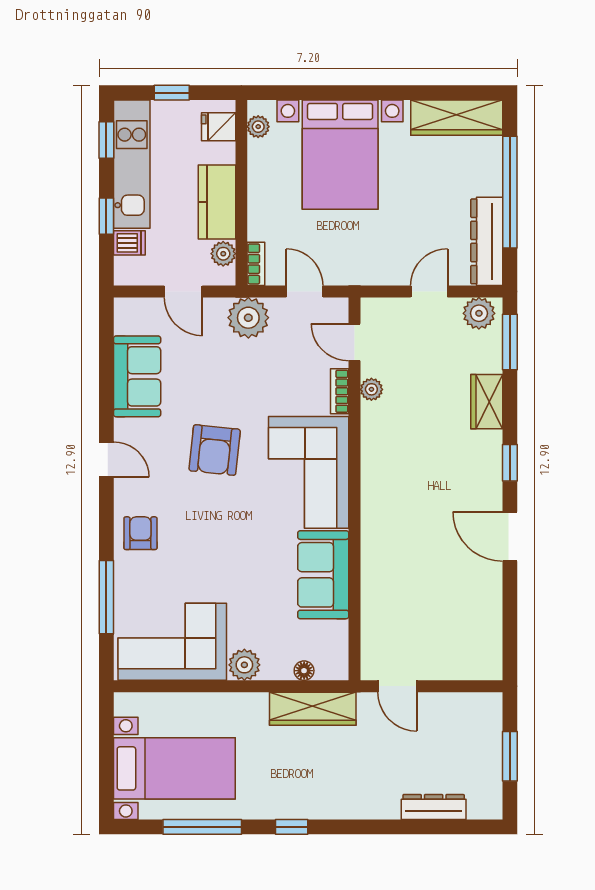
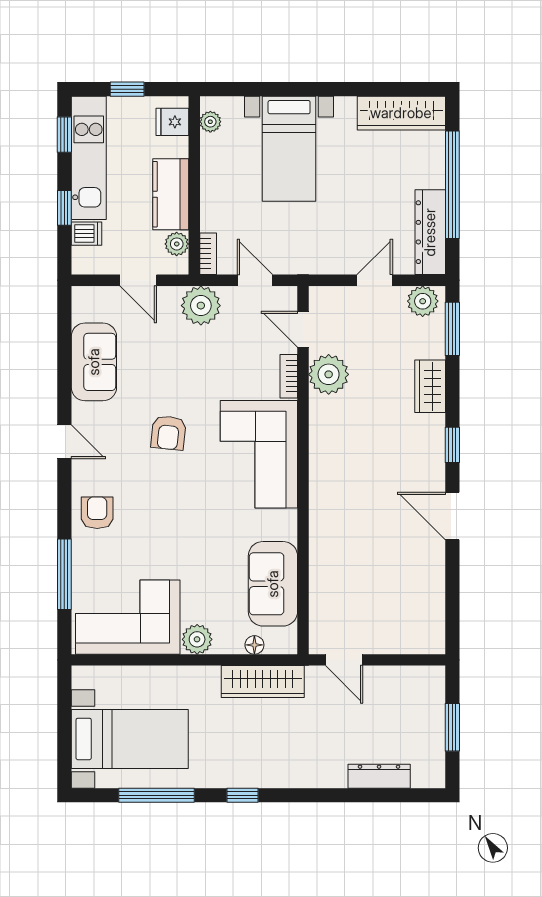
bed with nightstands: (340, 155) -> (289, 149), width x0.73
plant: (371, 389) -> (329, 374), width x1.88, depth x1.88
armchair: (215, 450) -> (168, 433), width x0.72, depth x0.72
sofa: (323, 575) -> (273, 584), moved

